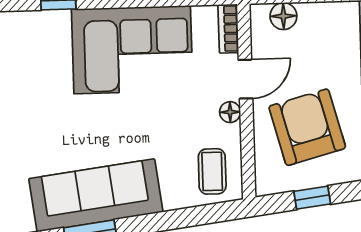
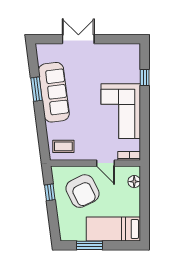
floor lamp: (230, 112) -> (91, 156), removed
armchair: (307, 127) -> (82, 191), turned 79

